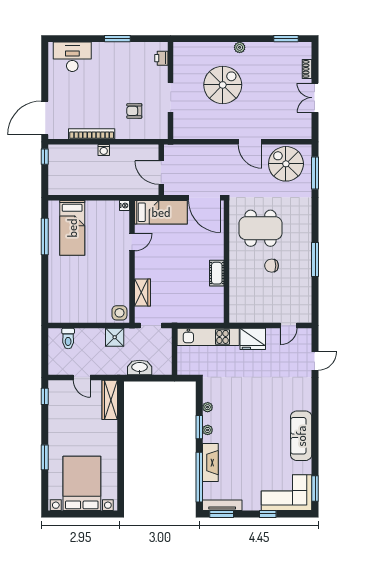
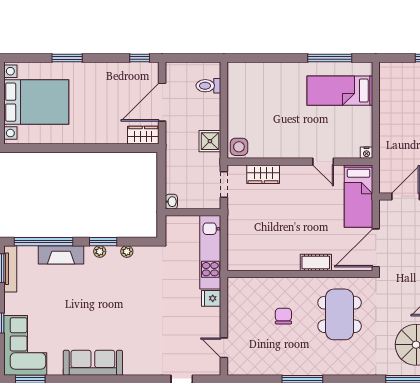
chair: (272, 266) -> (283, 316), moved
cot: (217, 273) -> (316, 262), moved
fridge: (253, 339) -> (211, 298), width x0.53, depth x0.75
washbasin: (140, 367) -> (171, 202), moved, width x0.52, depth x0.69
door: (82, 377) -> (162, 102), width x1.88
wardrobe: (110, 400) -> (143, 135), width x0.67

